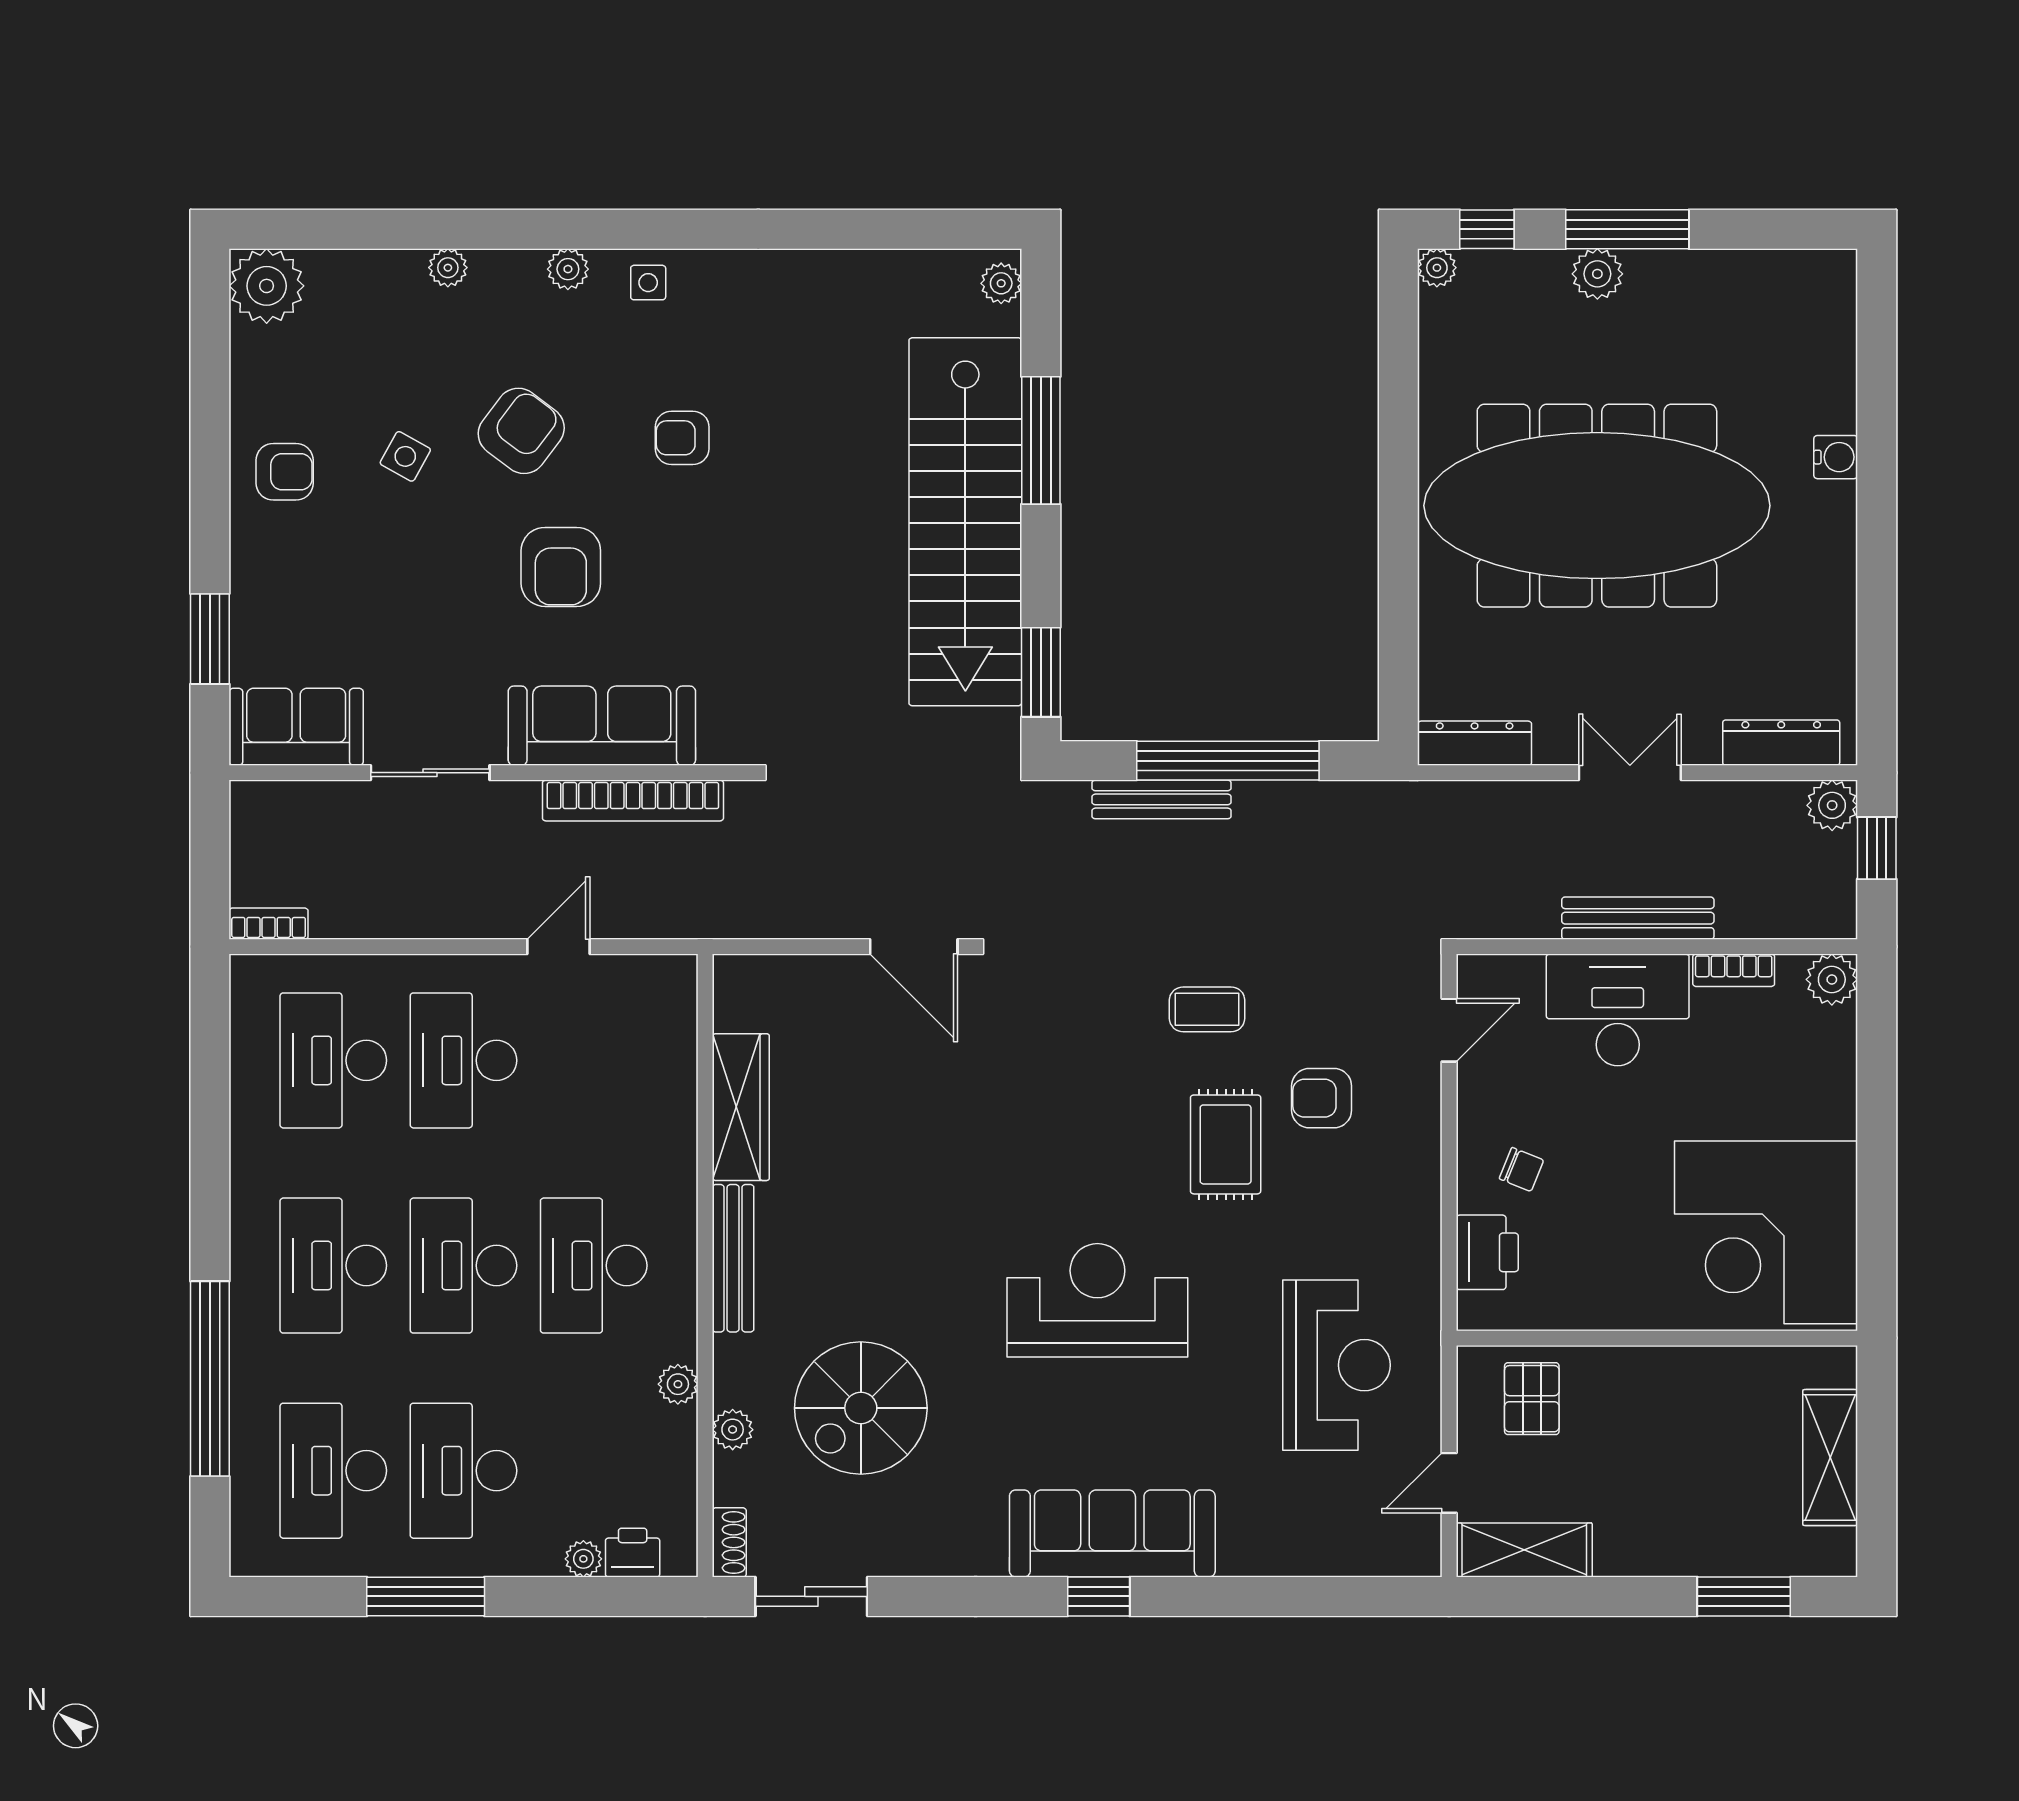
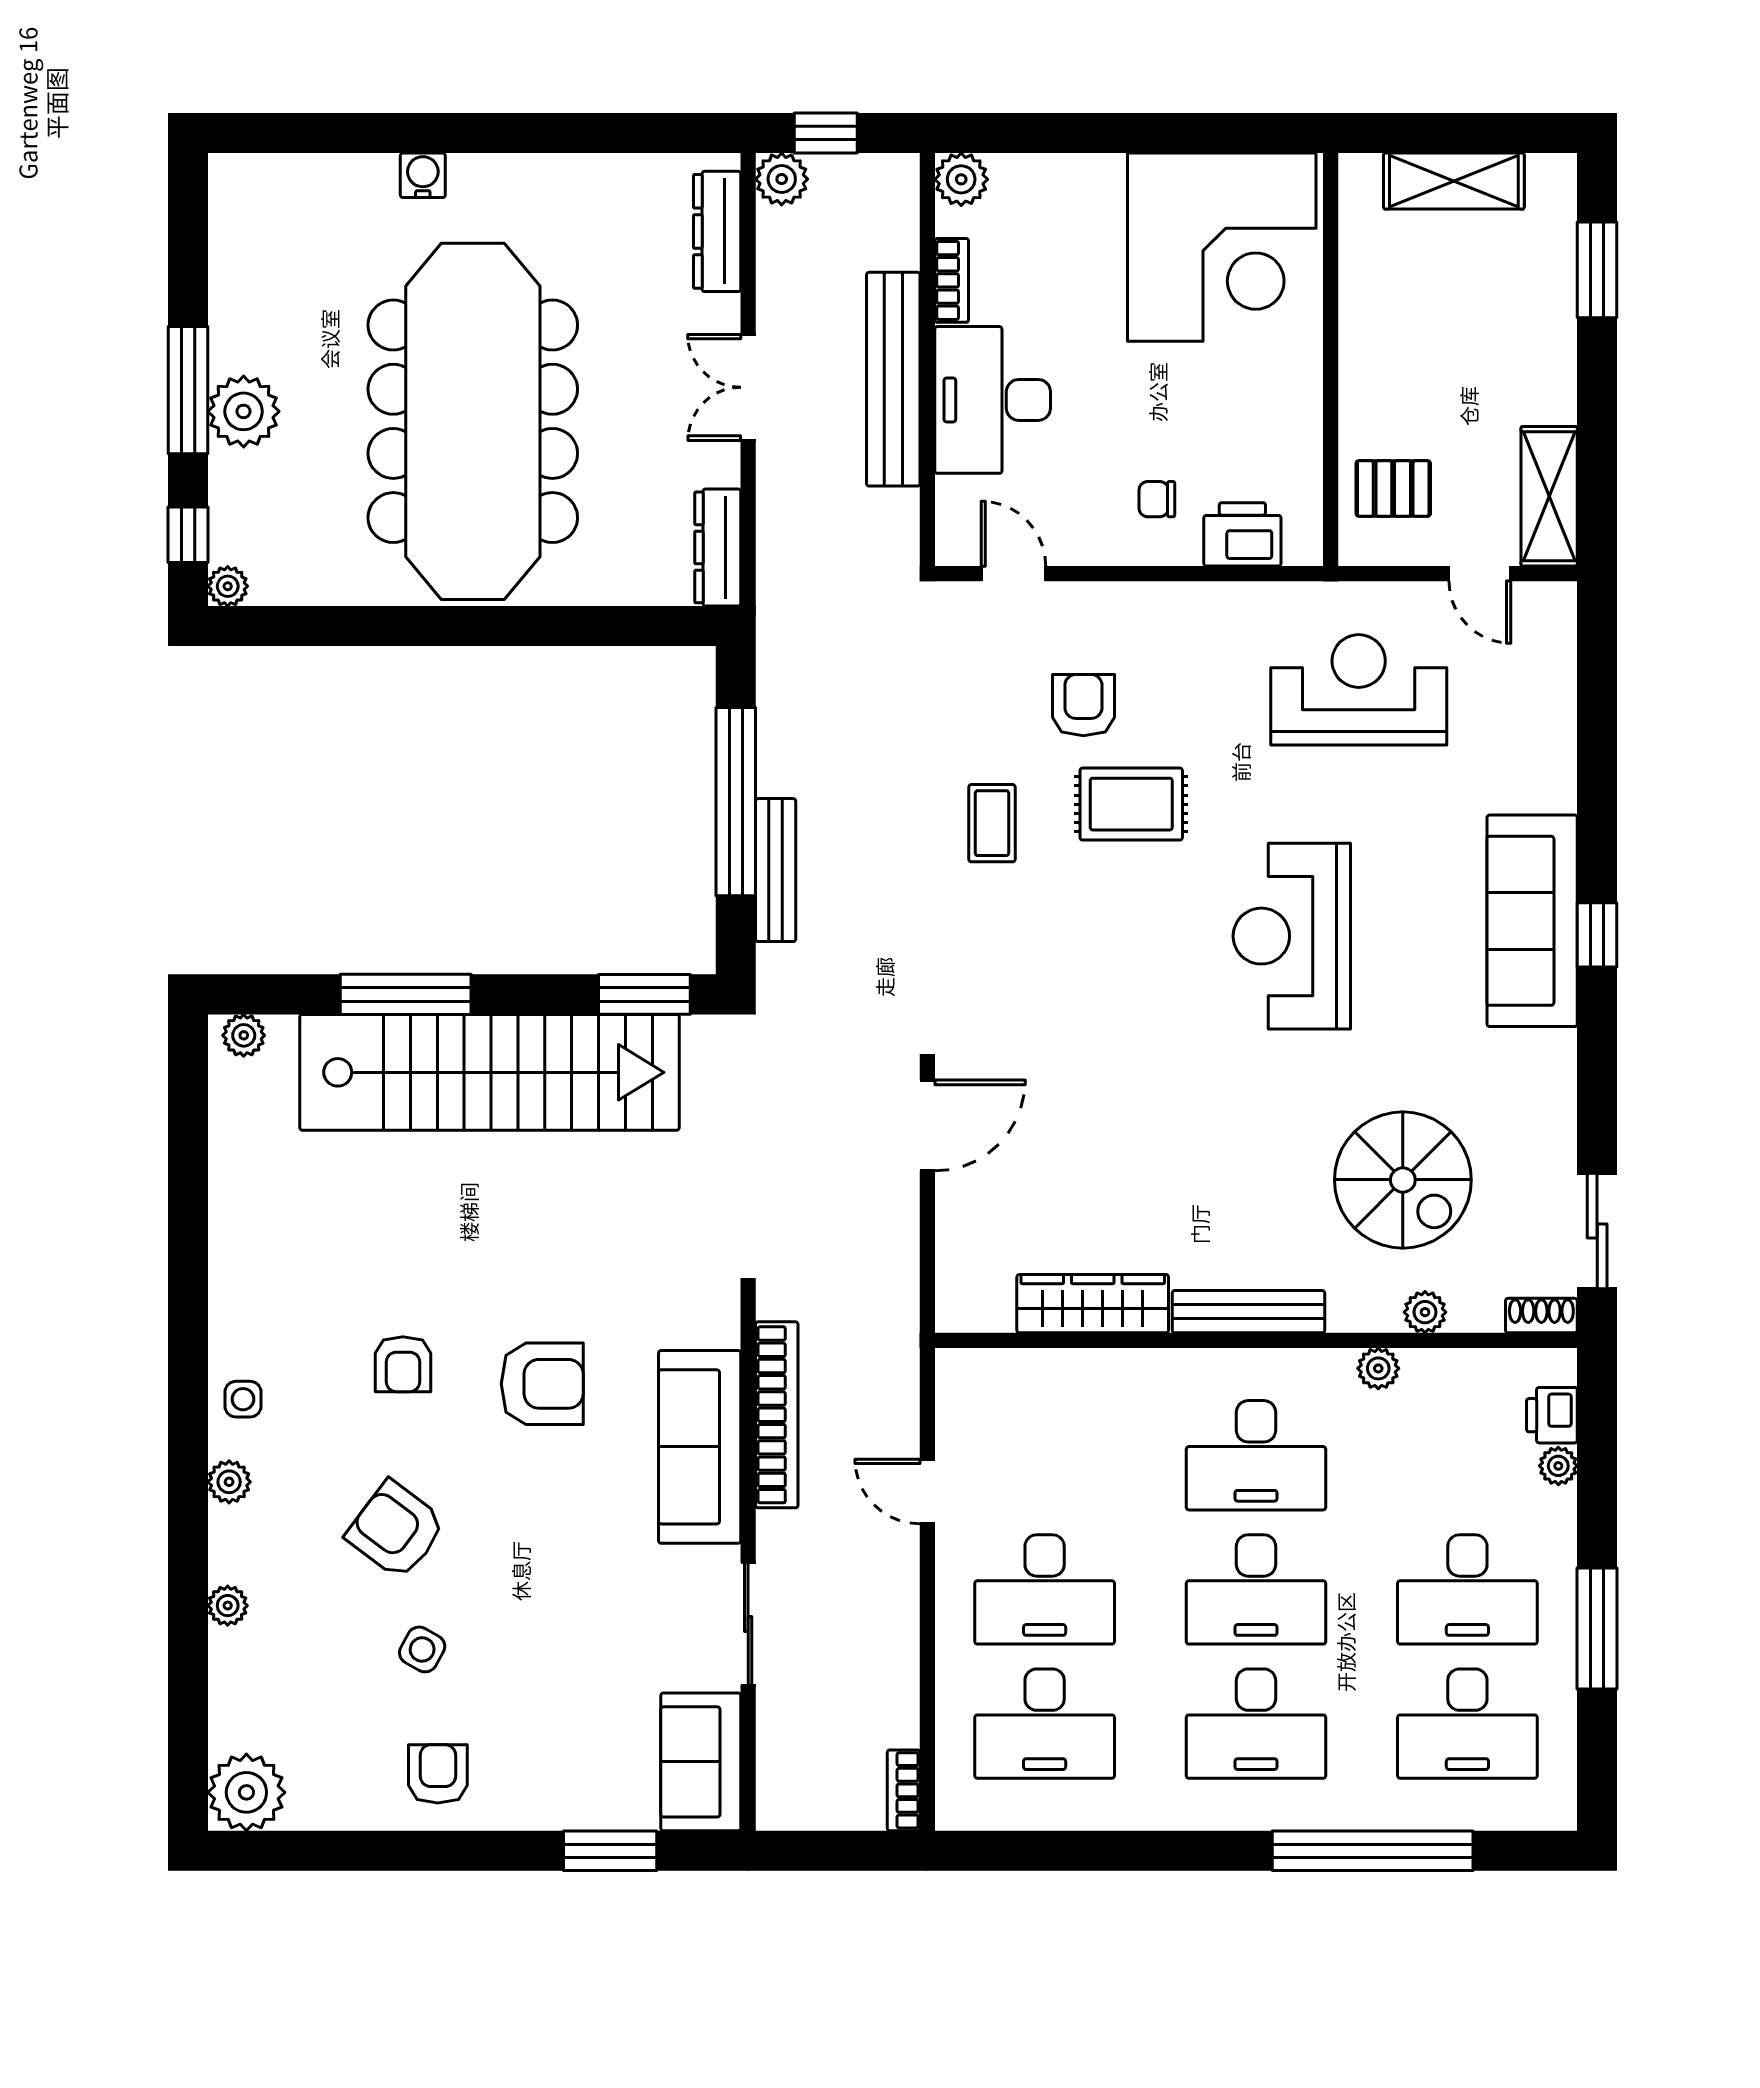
plant: (1597, 274) -> (244, 411), width x1.36, depth x1.36
armchair: (561, 567) -> (542, 1384), moved
bench: (1638, 918) -> (893, 379), width x1.37, depth x1.21
armchair: (1322, 1098) -> (1083, 705), turned 180
chair: (1521, 1169) -> (1157, 499), turned -112

